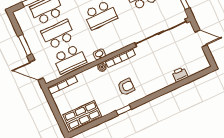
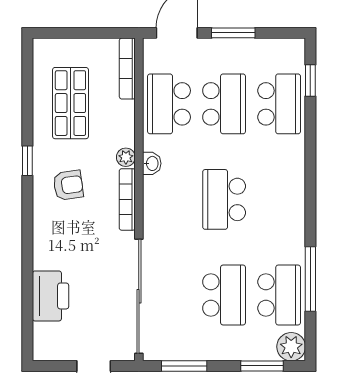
printer: (180, 74) -> (51, 296), width x1.87, depth x1.48
armchair: (126, 87) -> (68, 185), turned -98
shop shelf: (82, 116) -> (70, 103), moved

